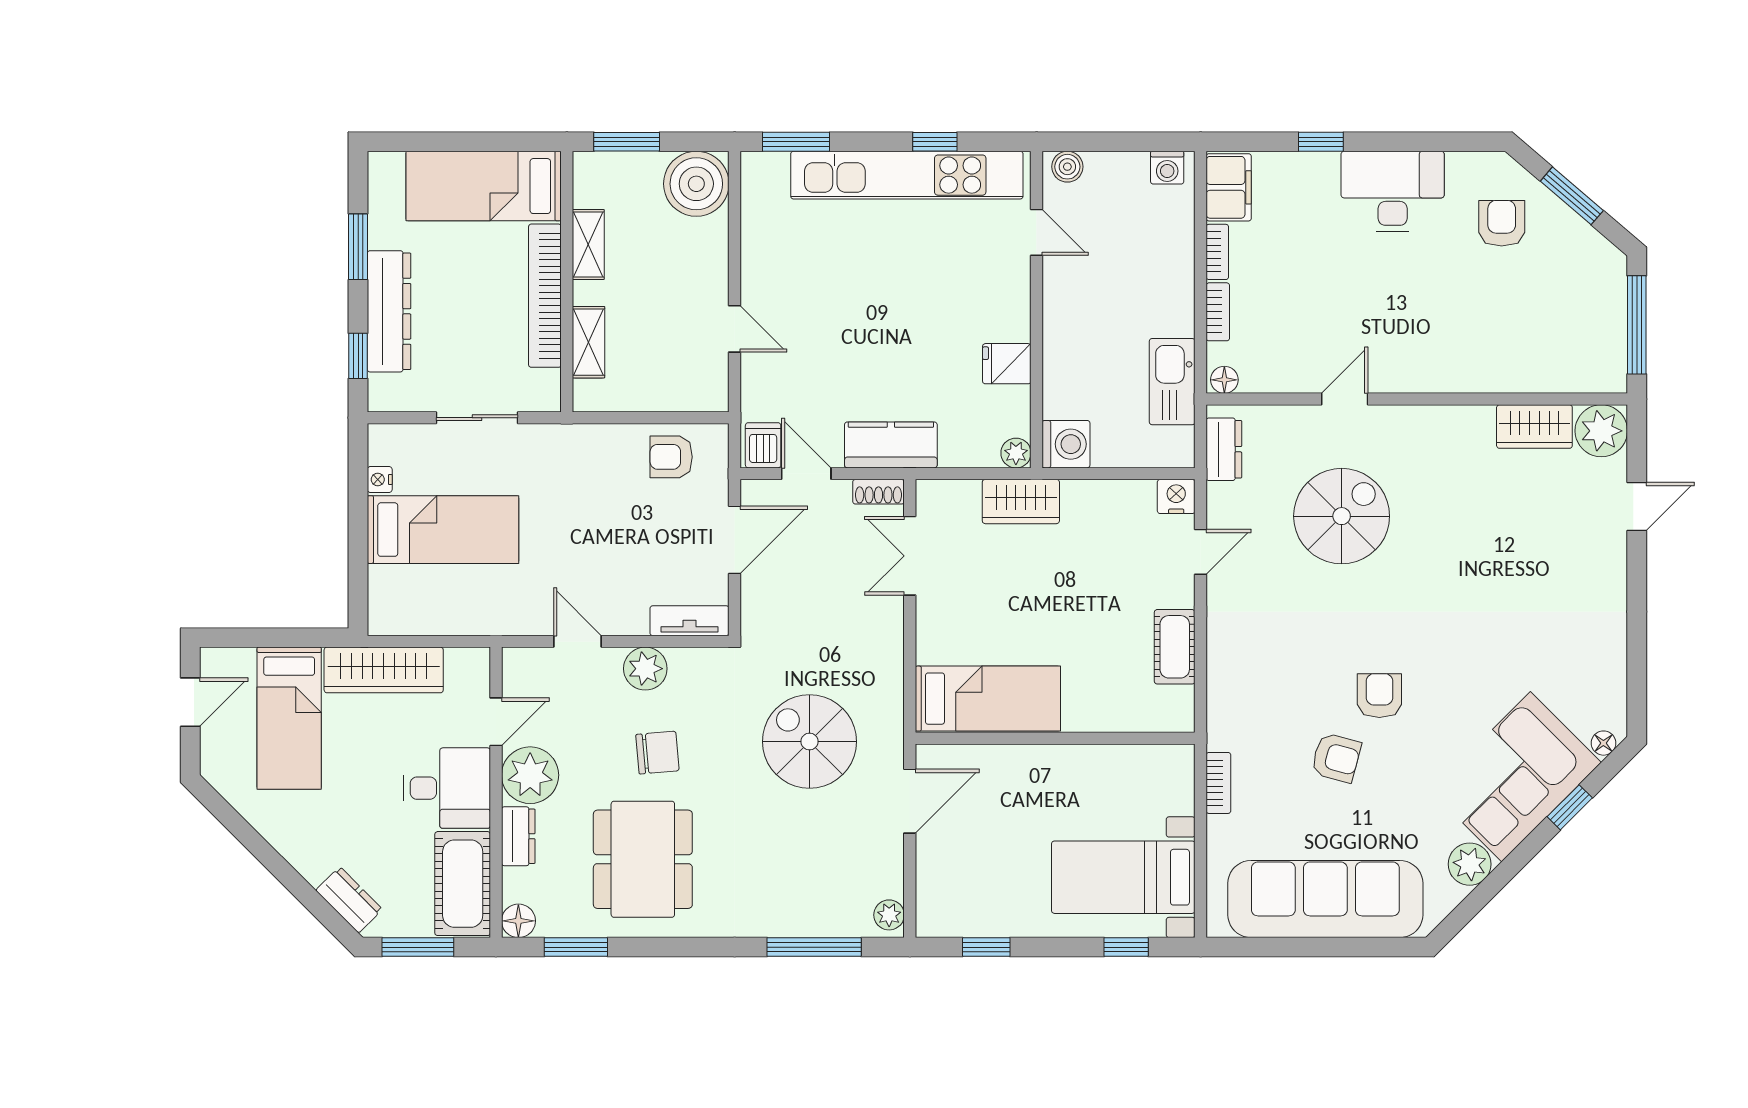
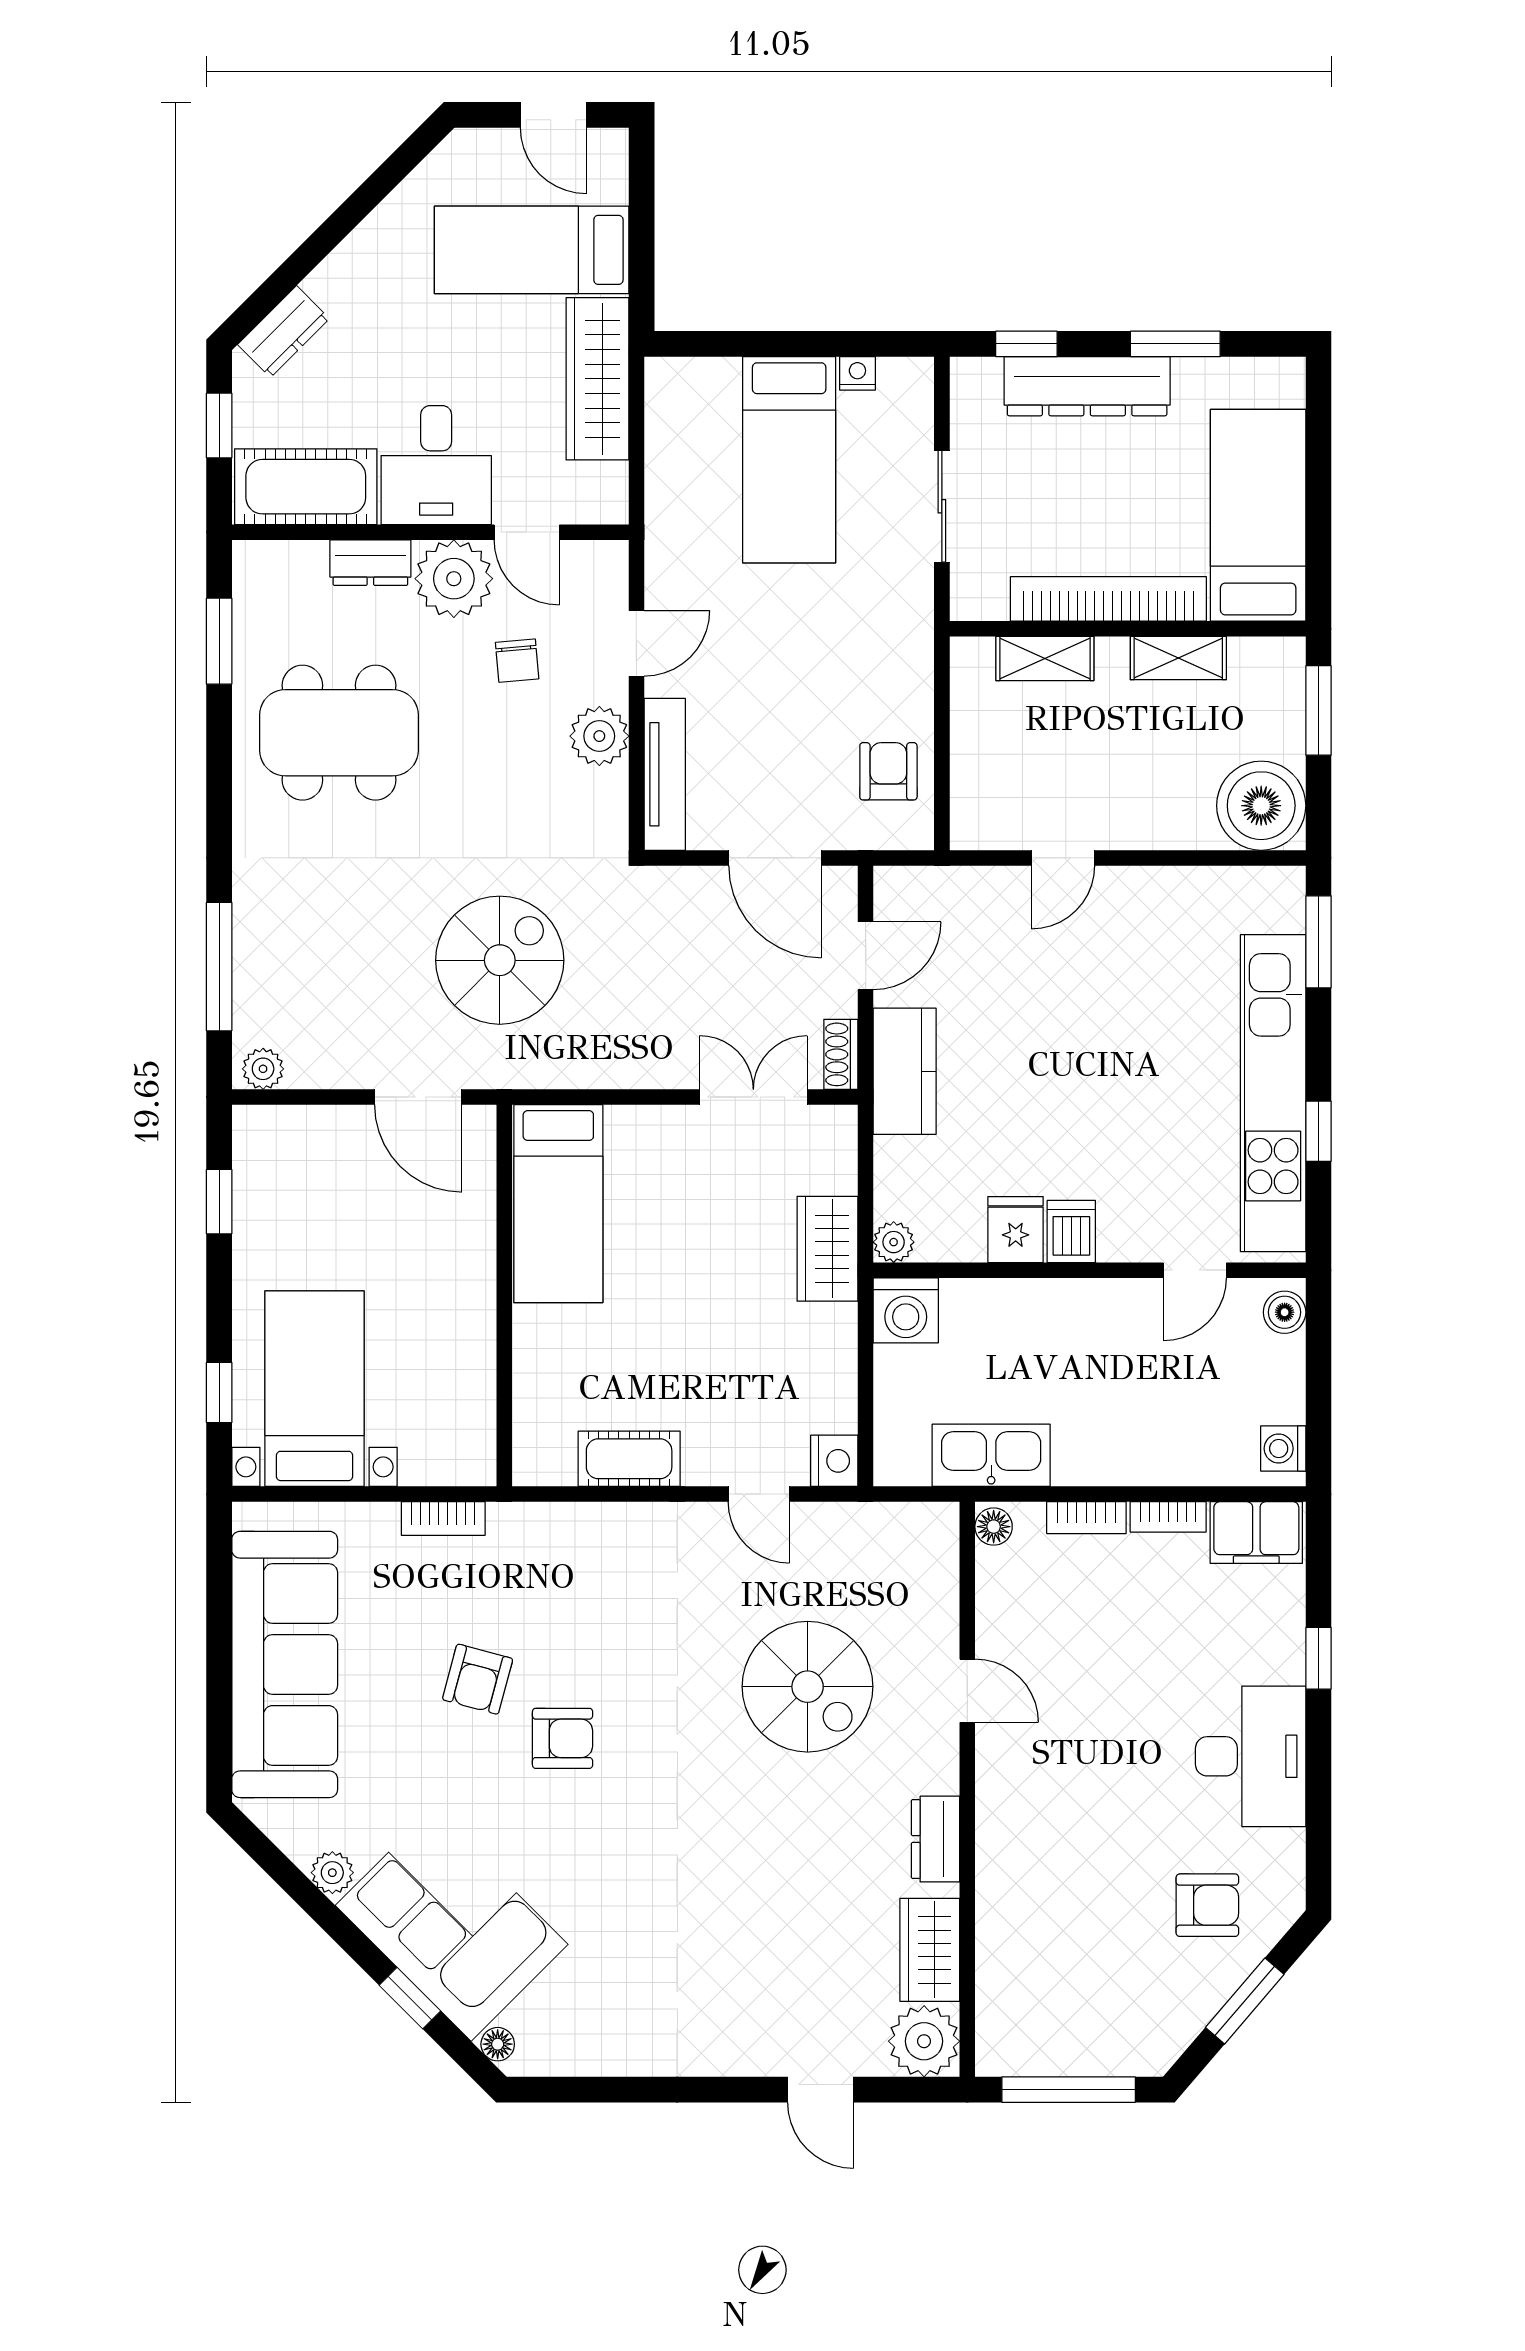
dishwasher: (763, 445) -> (1071, 1231), moved, turned -90
dresser: (1224, 449) -> (936, 1839), moved, turned 90
tv unit: (690, 621) -> (665, 774), width x1.41
chair: (657, 753) -> (517, 661), moved, width x0.73, depth x0.73
plant: (1470, 864) -> (332, 1873), width x0.73, depth x0.73
floor lamp: (518, 921) -> (255, 563), removed
window: (418, 947) -> (219, 425), width x0.67

